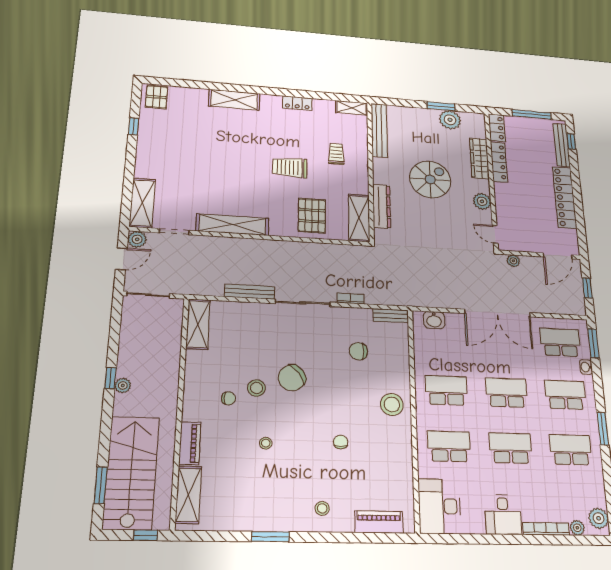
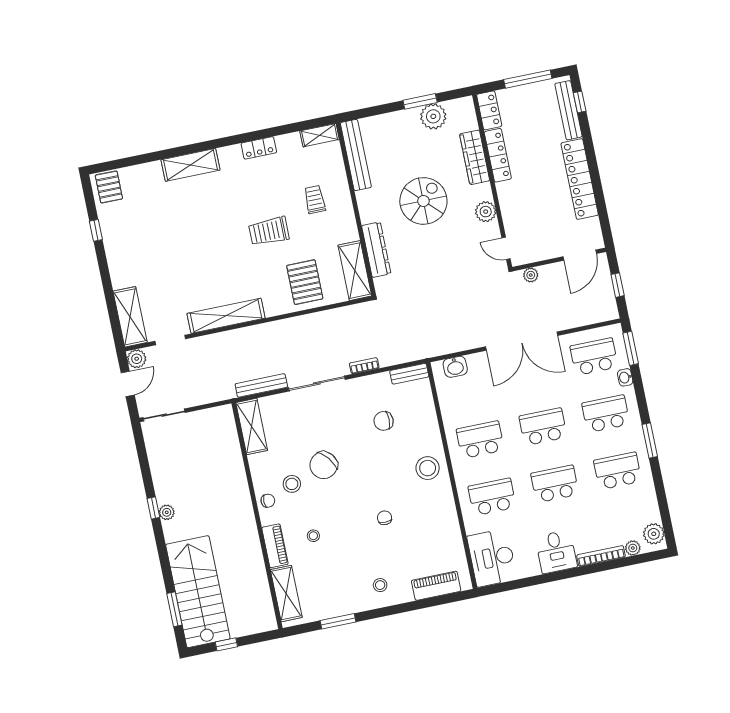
shelving: (198, 324) -> (252, 426), moved
wall: (180, 409) -> (257, 516), moved
piano: (190, 443) -> (275, 546), moved
shelving: (188, 495) -> (286, 594), moved

